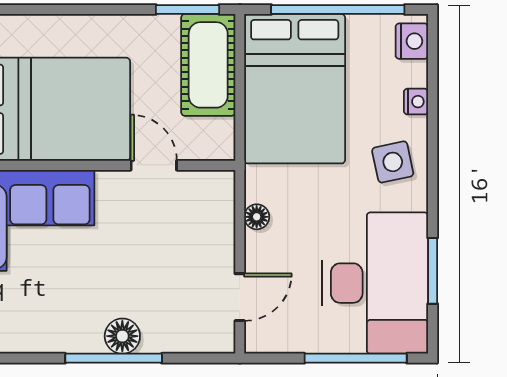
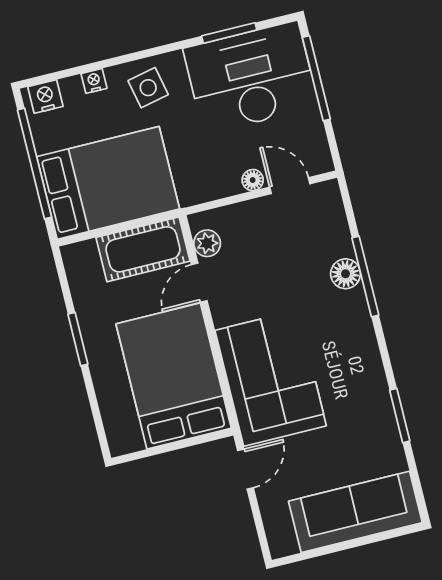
window: (188, 10) -> (78, 339), moved
cot: (208, 65) -> (143, 249), moved
plant: (197, 186) -> (207, 243), added
floor lamp: (257, 217) -> (253, 180), moved

